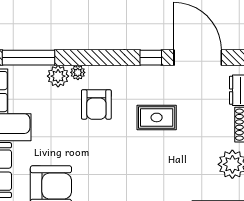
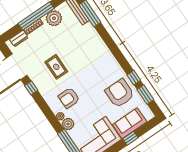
armchair: (96, 104) -> (69, 98), turned 180

